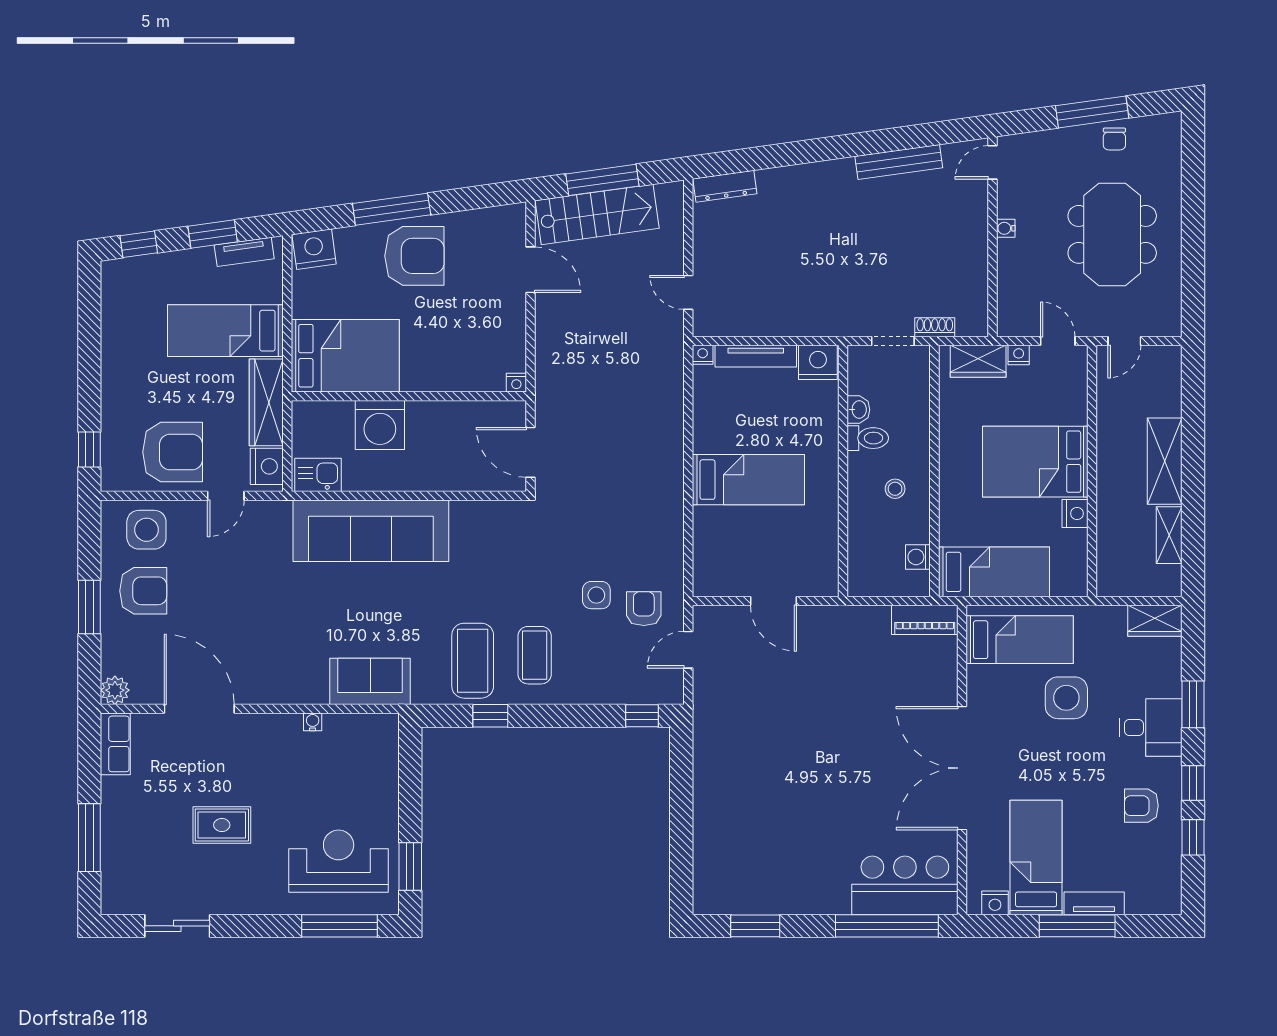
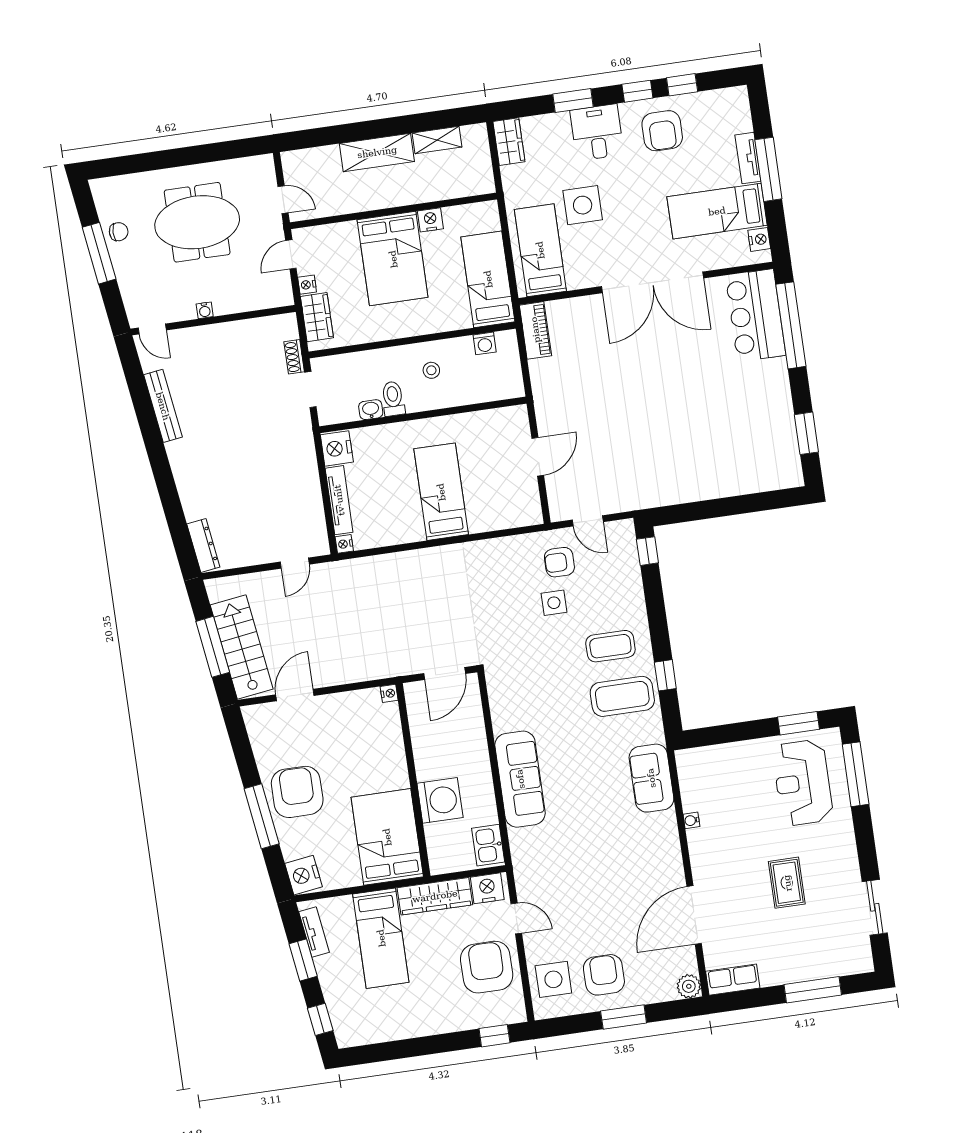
sofa: (371, 531) -> (520, 779), width x0.74, depth x0.79
armchair: (1141, 806) -> (662, 131), width x1.38, depth x1.38

